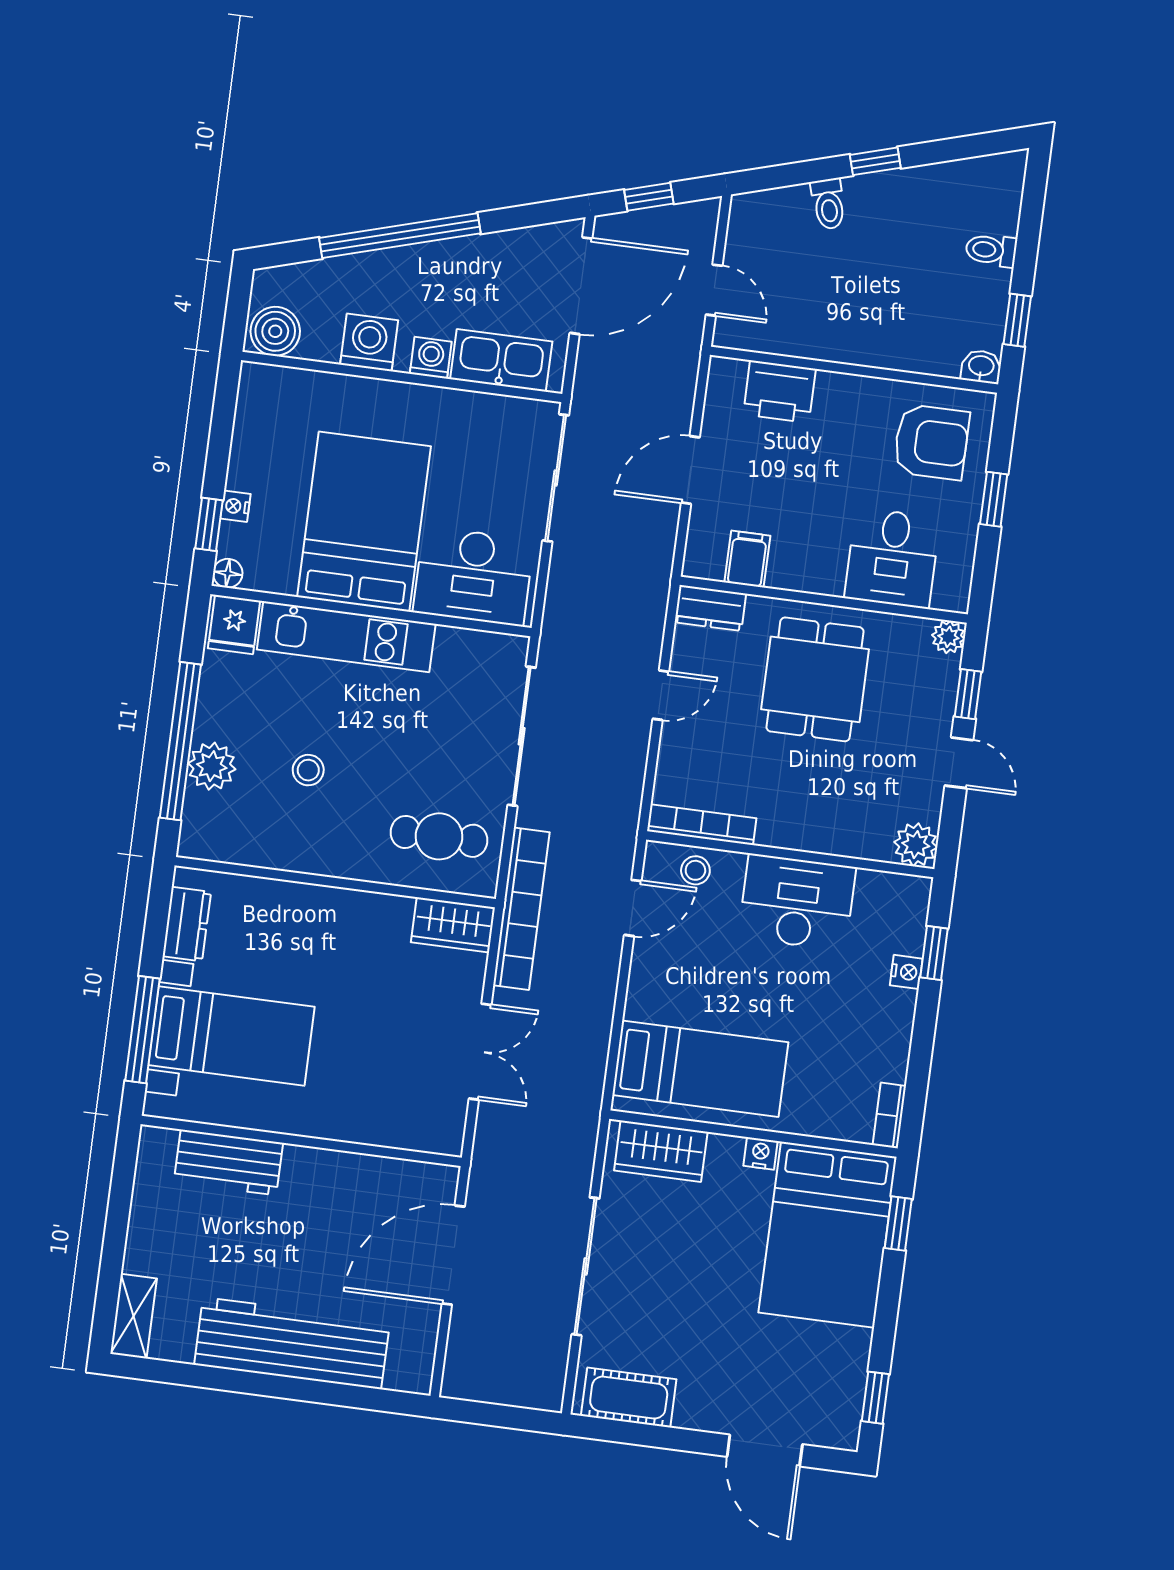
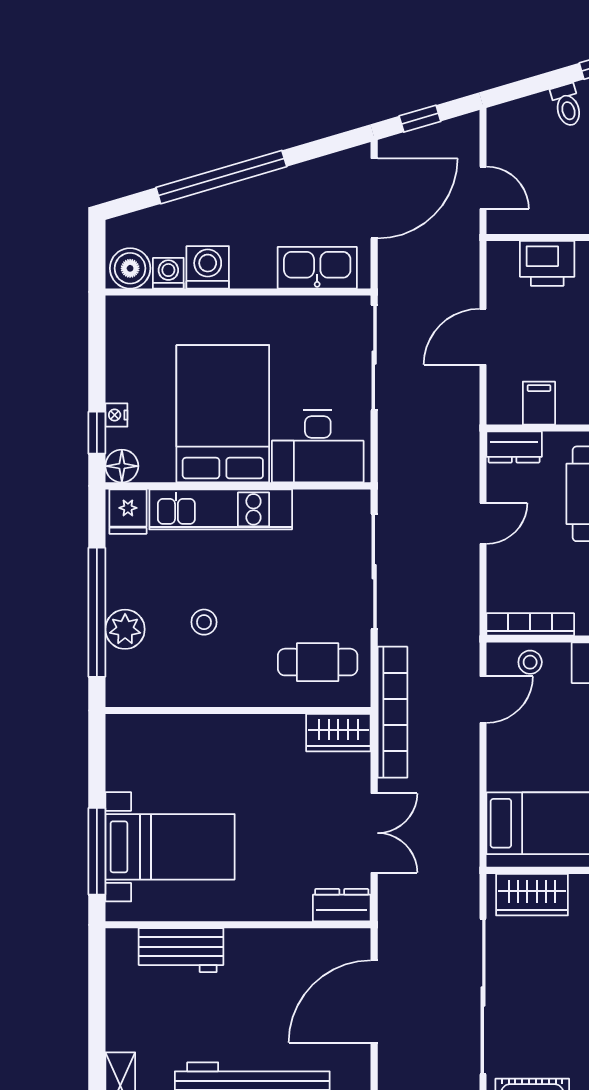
washing machine: (431, 358) -> (168, 273), moved
floor lamp: (228, 573) -> (122, 466), width x1.37, depth x1.37
dresser: (187, 924) -> (342, 905), moved, turned -90
sliding door: (586, 1266) -> (483, 996), width x1.36

